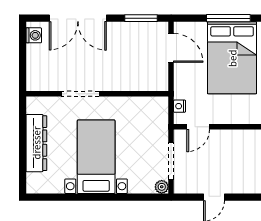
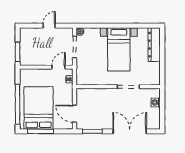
washing machine: (34, 35) -> (156, 102), moved
dresser: (36, 143) -> (154, 45), moved

